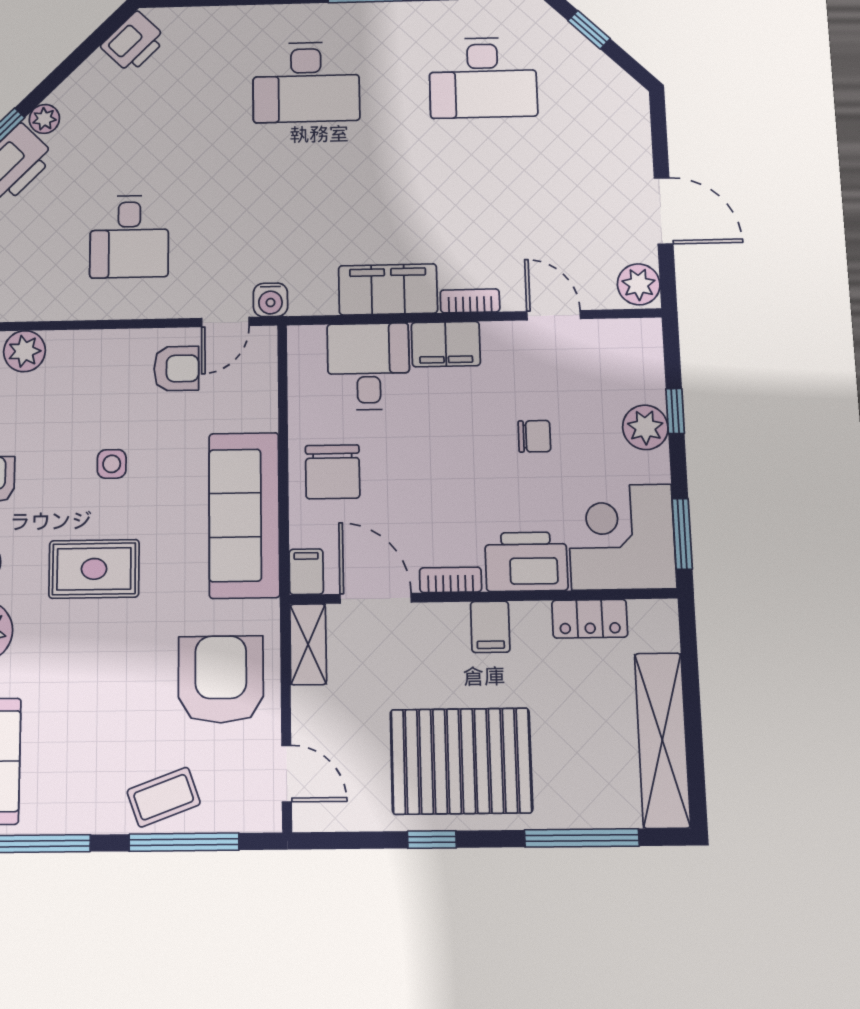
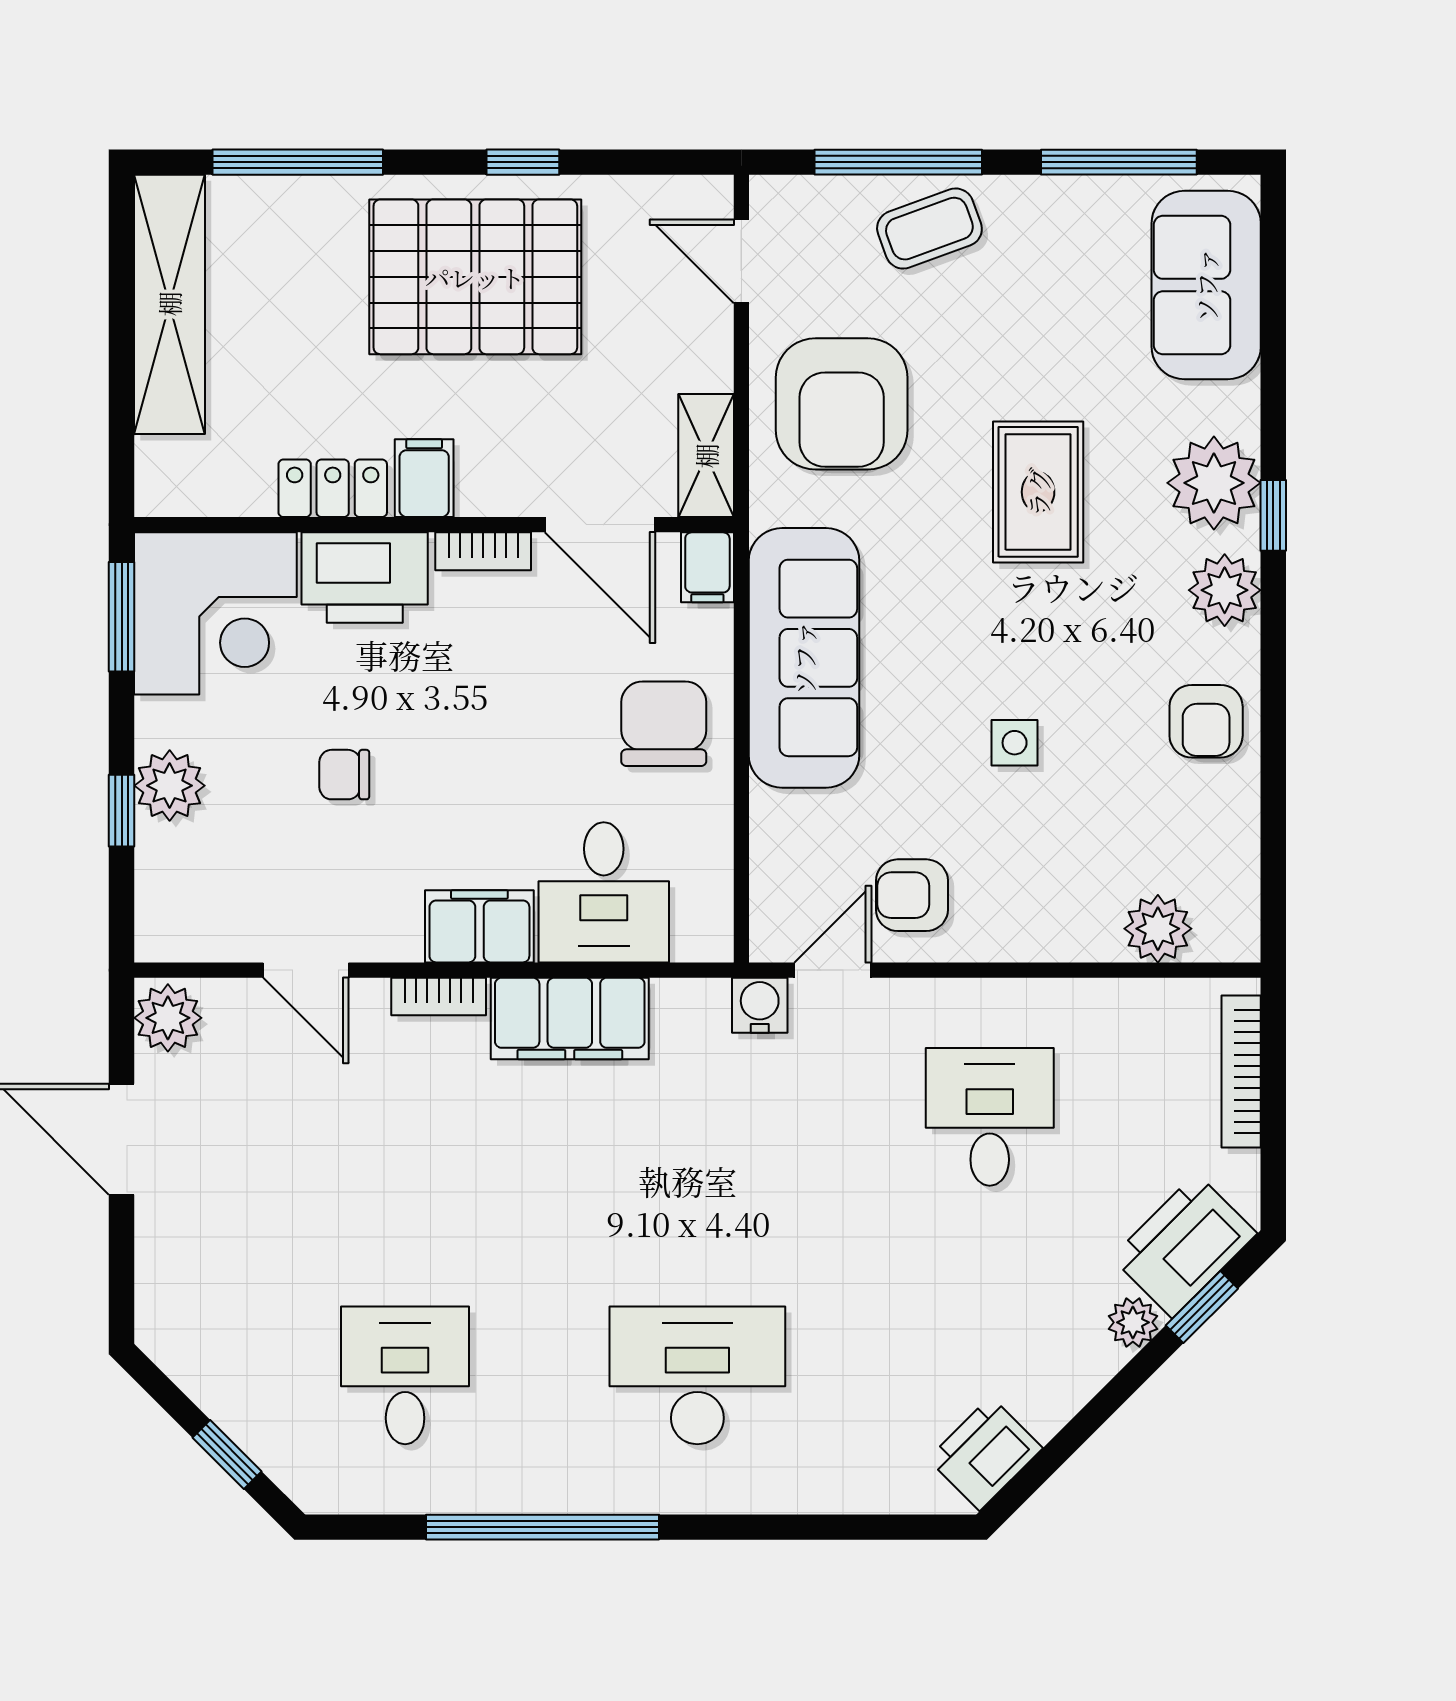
desk: (483, 78) -> (405, 1375), width x0.73
rug: (94, 569) -> (1038, 492), moved, turned 90
locker: (590, 619) -> (333, 488), moved

